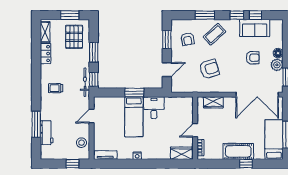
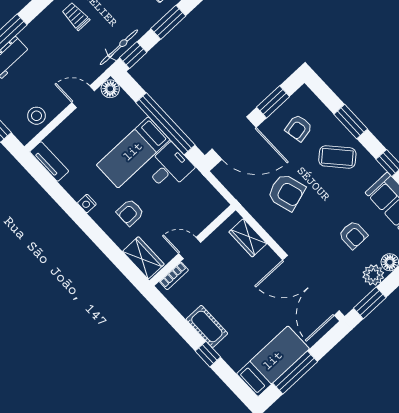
door: (167, 70) -> (234, 138), width x1.88
window: (134, 93) -> (165, 124), width x2.11
floor lamp: (99, 102) -> (110, 89), added
armchair: (158, 141) -> (130, 212), added
cot: (238, 151) -> (207, 326), width x0.73, depth x0.75

